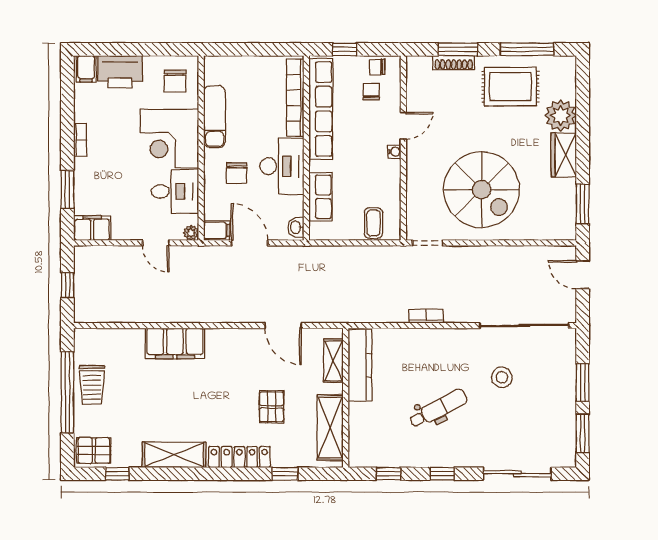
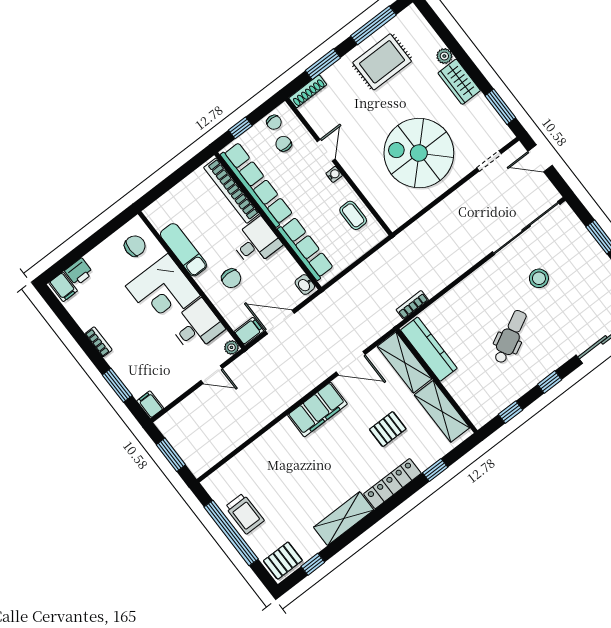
shoe rack: (454, 63) -> (308, 91), moved
chair: (377, 67) -> (274, 122), turned -90
printer: (120, 72) -> (79, 272), width x0.53, depth x0.68
chair: (175, 81) -> (135, 246), turned -90
plant: (561, 116) -> (444, 56), width x0.53, depth x0.53
desk: (282, 166) -> (256, 242), width x0.73
spiral stairs: (482, 190) -> (419, 153), turned 180
row of seats: (320, 197) -> (306, 249), width x1.48
coffee table: (374, 223) -> (353, 215), moved
filing cabinet: (92, 228) -> (150, 405), width x0.50
doorway: (428, 243) -> (489, 161), moved
window: (67, 285) -> (171, 455), width x1.50
bookcase: (426, 316) -> (412, 305), moved
filing cabinet: (175, 343) -> (317, 410), moved
shelving: (333, 361) -> (405, 363), width x1.50, depth x1.33
pallet: (272, 407) -> (388, 429), turned 90

